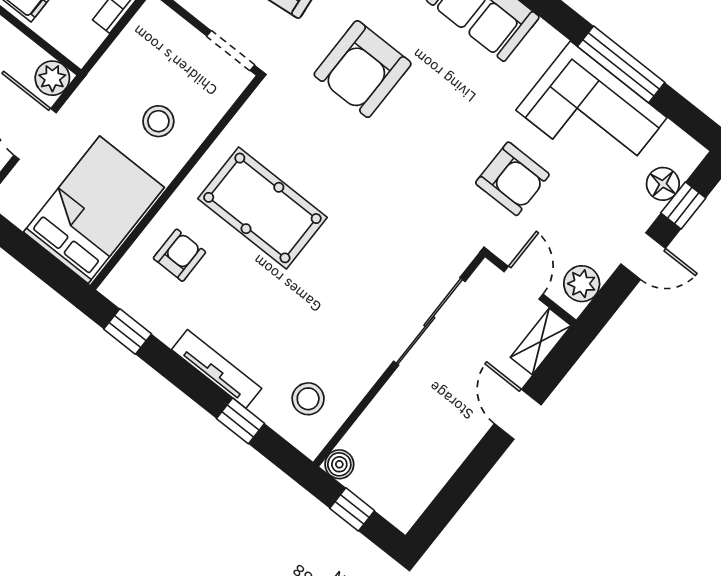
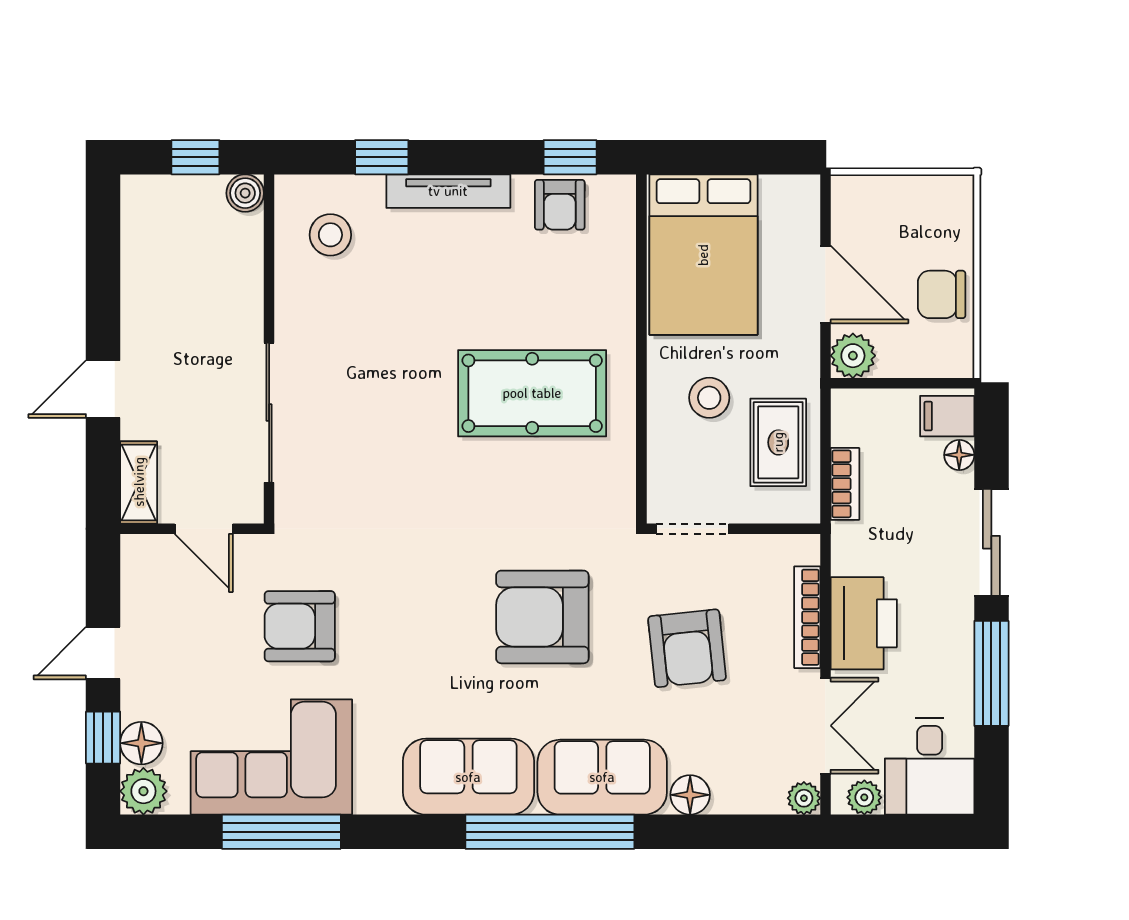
rug: (138, 62) -> (778, 442), added
armchair: (363, 69) -> (542, 617), turned -90
armchair: (180, 255) -> (560, 205), moved
plant: (582, 284) -> (143, 791), moved
door: (518, 414) -> (103, 389), swing flipped

